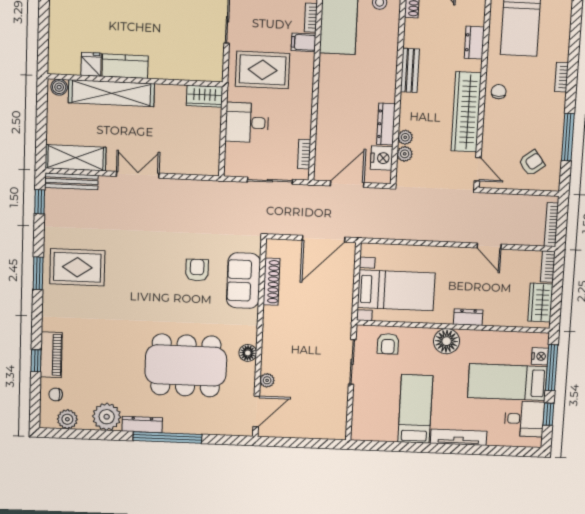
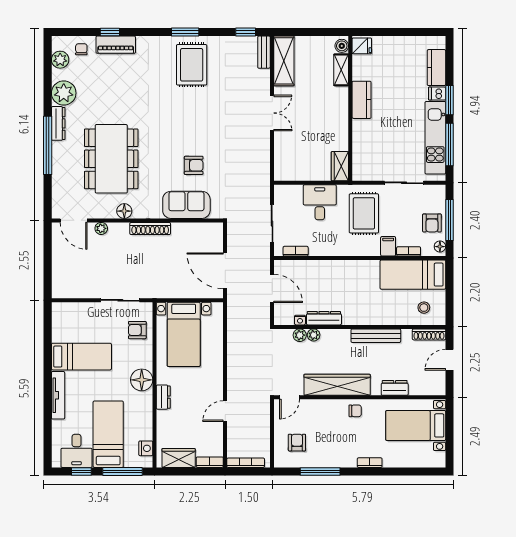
fridge: (91, 64) -> (362, 46), moved
bench: (410, 70) -> (376, 336), width x1.36
shelving: (111, 93) -> (341, 70), width x0.45, depth x0.75
nightstand: (382, 158) -> (300, 320), width x0.53, depth x0.56
armchair: (532, 163) -> (297, 443), turned -143
bench: (71, 181) -> (264, 52), width x0.73
shoe rack: (271, 282) -> (150, 228), moved
nightstand: (540, 356) -> (146, 448), moved, turned -90

